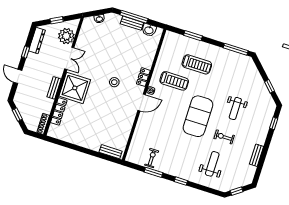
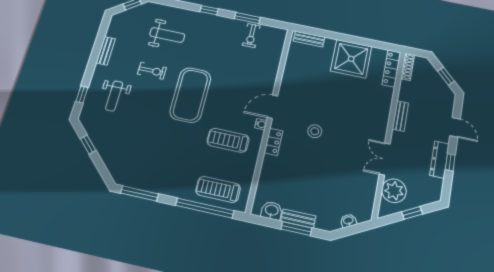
window: (134, 17) -> (296, 229), width x0.69
window: (193, 36) -> (205, 208), width x2.11
dresser: (37, 41) -> (439, 160), moved
treadmill: (197, 64) -> (218, 189), moved
shower: (75, 88) -> (351, 59), moved
weight bench: (235, 109) -> (114, 96), moved, turned 180
locker: (59, 111) -> (391, 68), moved
weight bench: (212, 164) -> (167, 35), turned -90

